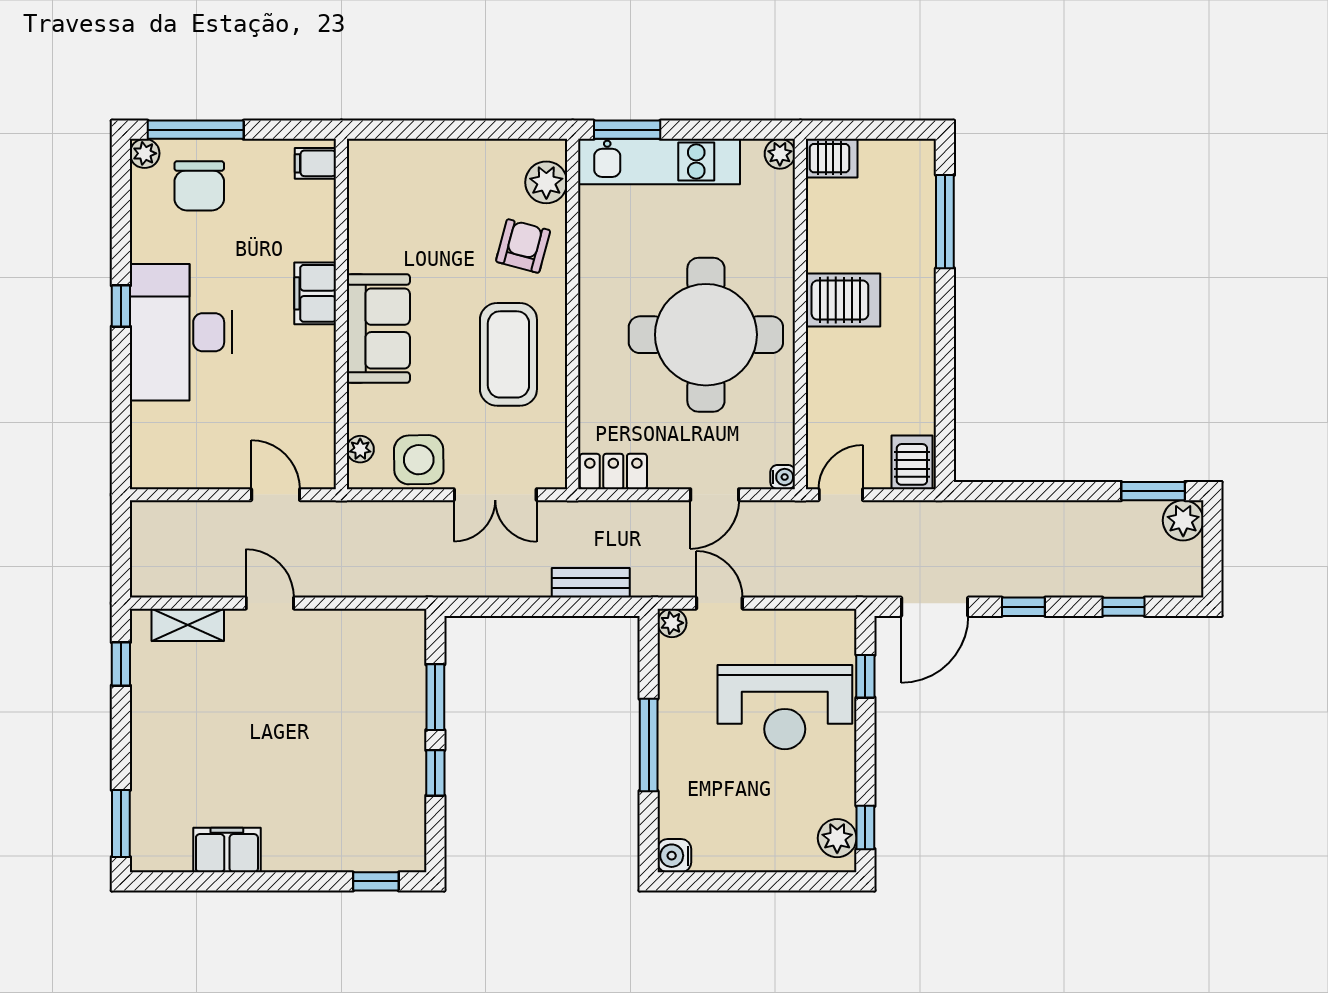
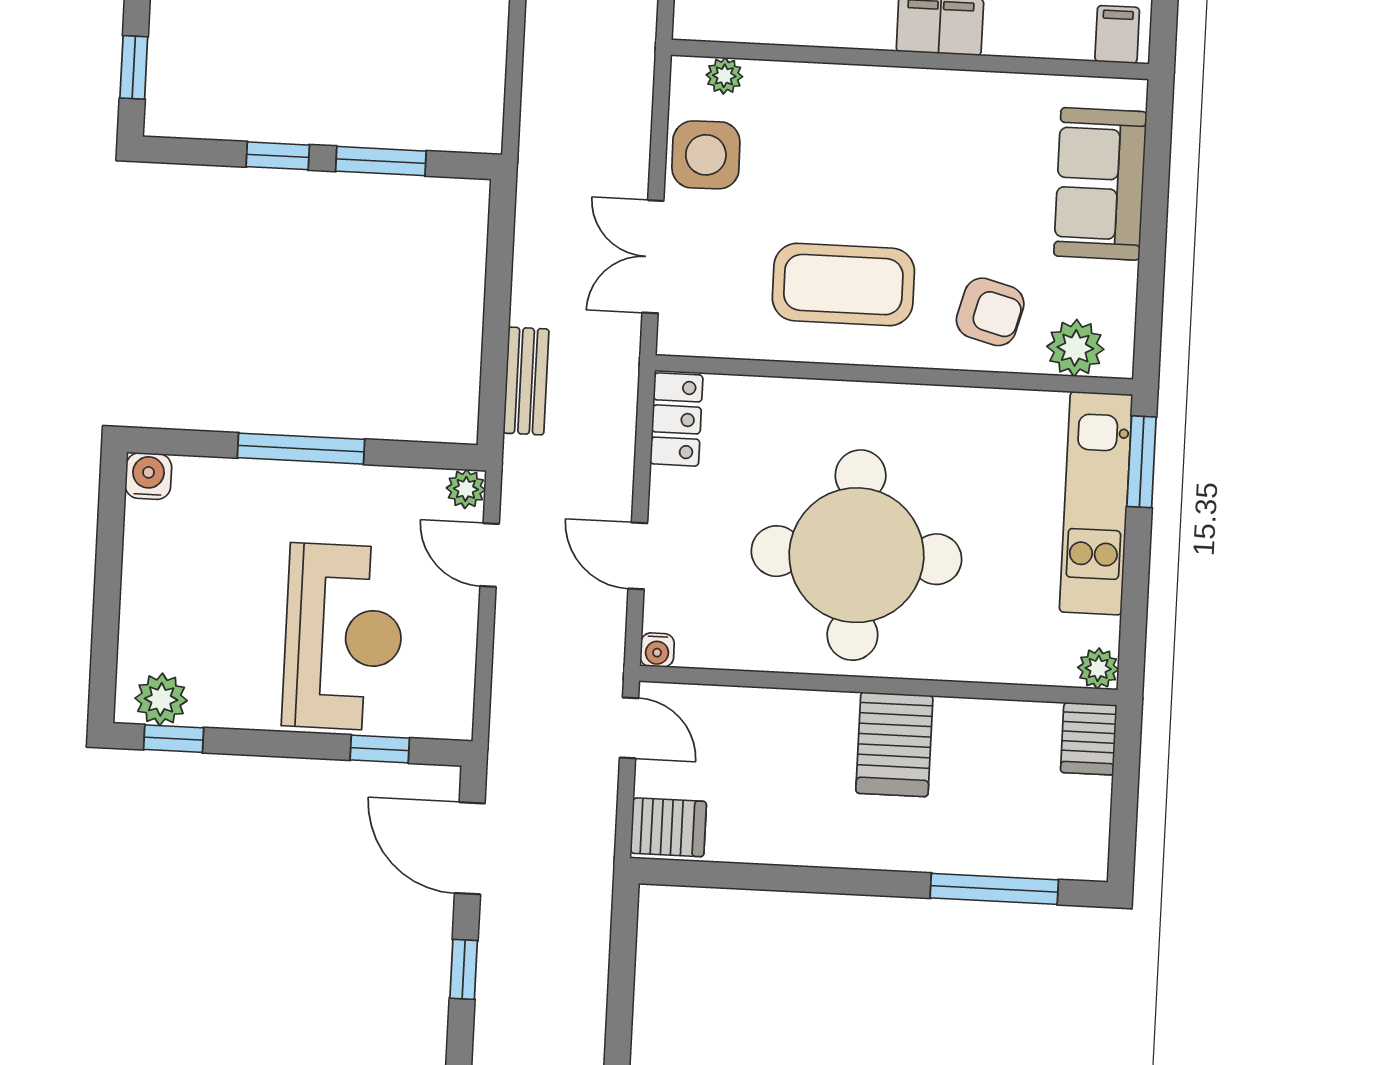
sofa: (378, 328) -> (1100, 184), moved, turned 90
door: (719, 603) -> (490, 555), swing flipped
reception desk: (785, 707) -> (343, 637), turned 180

